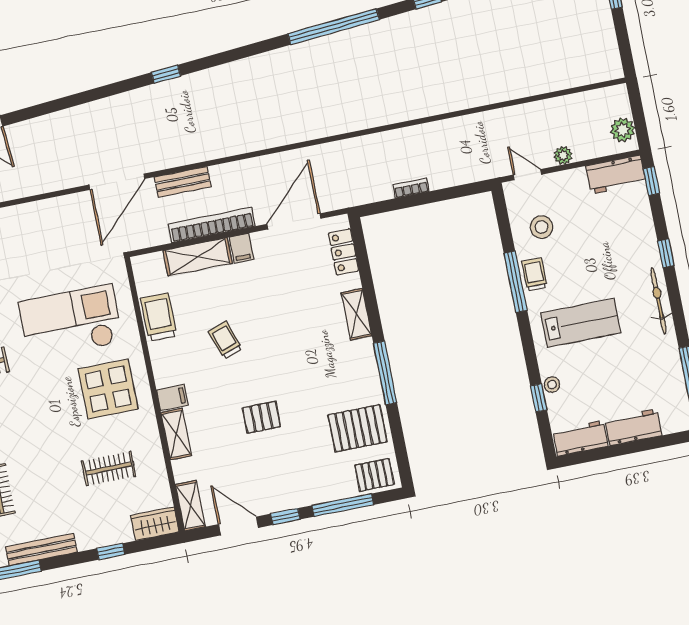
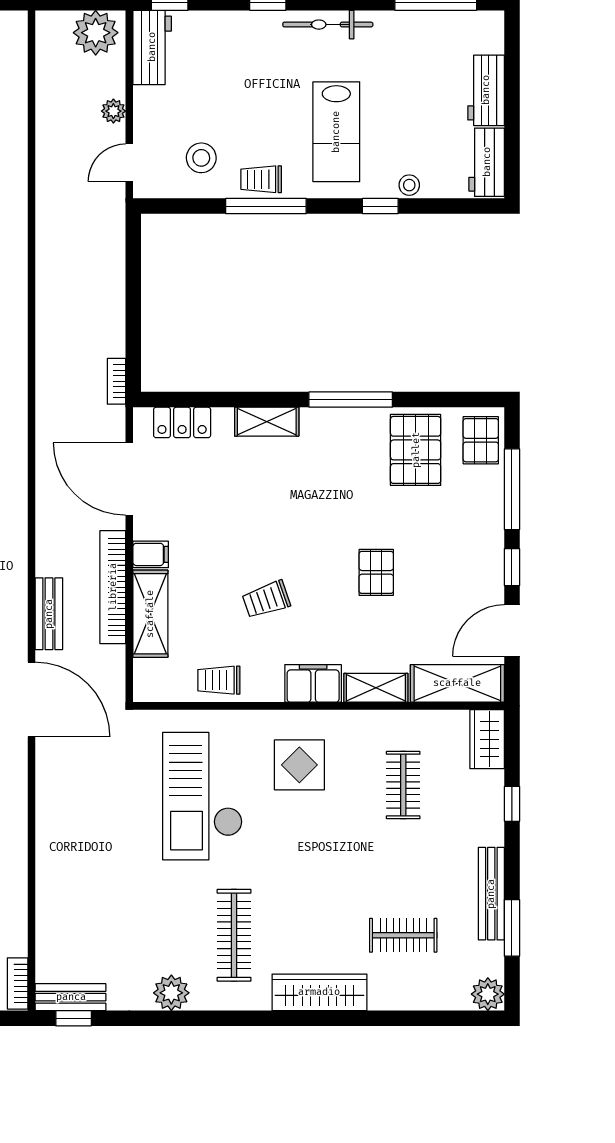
plant: (623, 130) -> (96, 33), width x1.36, depth x1.36
bookcase: (411, 188) -> (116, 381), moved
trolley: (159, 317) -> (219, 680), width x0.73, depth x0.72
lab bench: (581, 323) -> (336, 132), turned 180
display table: (108, 389) -> (299, 765), width x0.73, depth x0.73
filing cabinet: (172, 397) -> (313, 683), width x2.00
window: (539, 398) -> (380, 206), moved
shelving: (190, 506) -> (457, 683), width x1.50, depth x1.33

